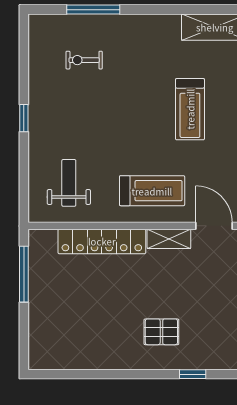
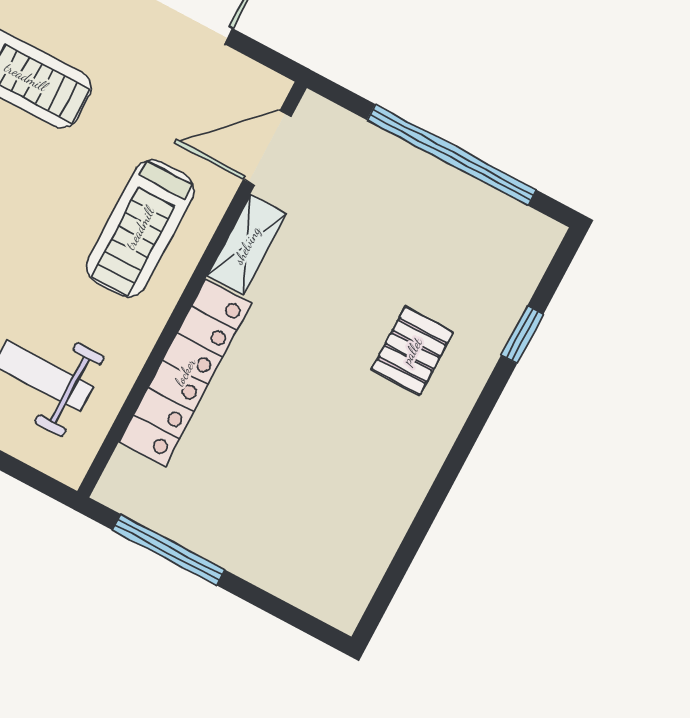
treadmill: (152, 191) -> (140, 228), turned 180

